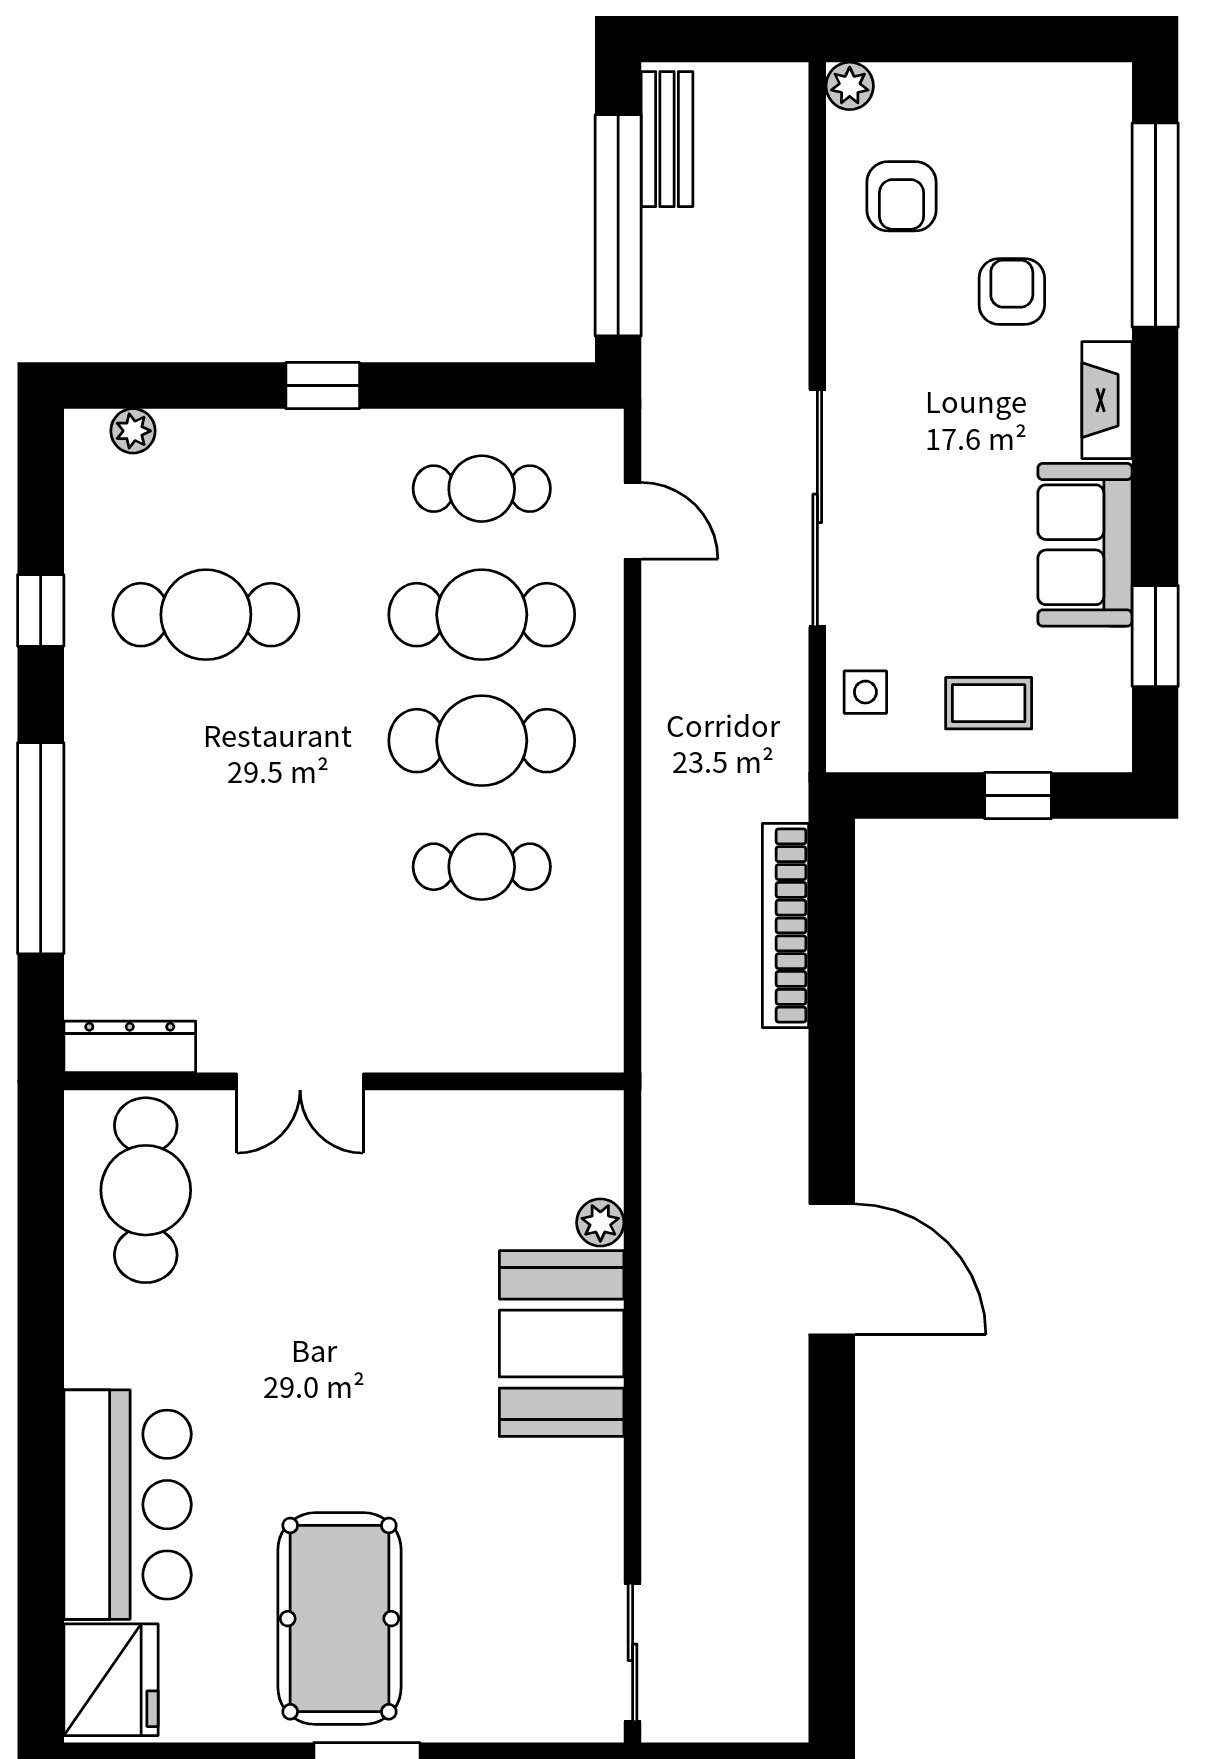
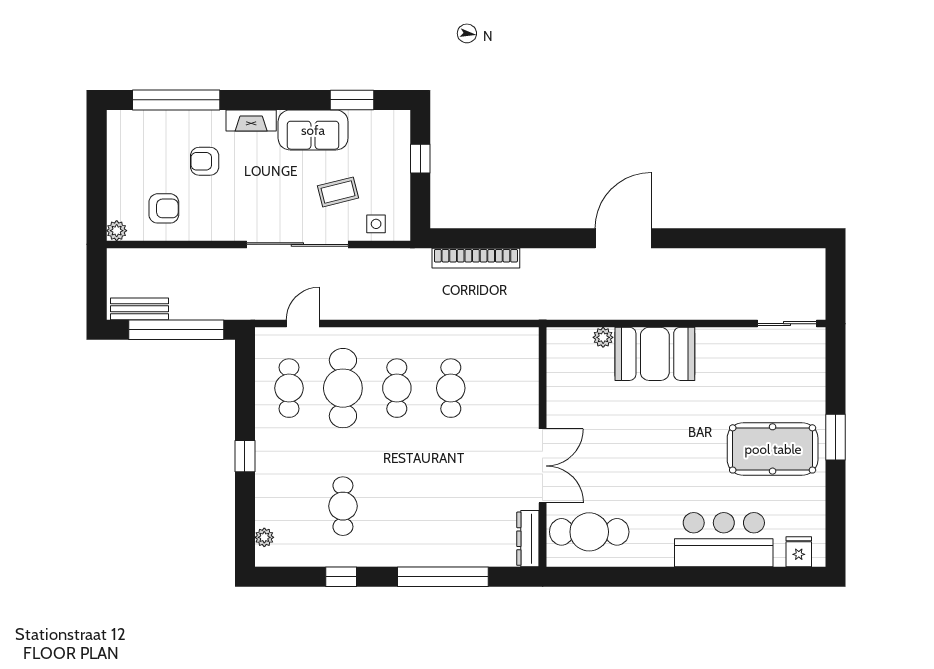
cafe table: (206, 615) -> (343, 506), width x0.73, depth x0.74
coffee table: (989, 703) -> (338, 192), moved, turned 76
cafe table: (482, 741) -> (397, 388), width x0.73, depth x0.74
double door: (300, 1081) -> (543, 466), width x1.37
fridge: (111, 1680) -> (799, 552), width x0.53, depth x0.75

